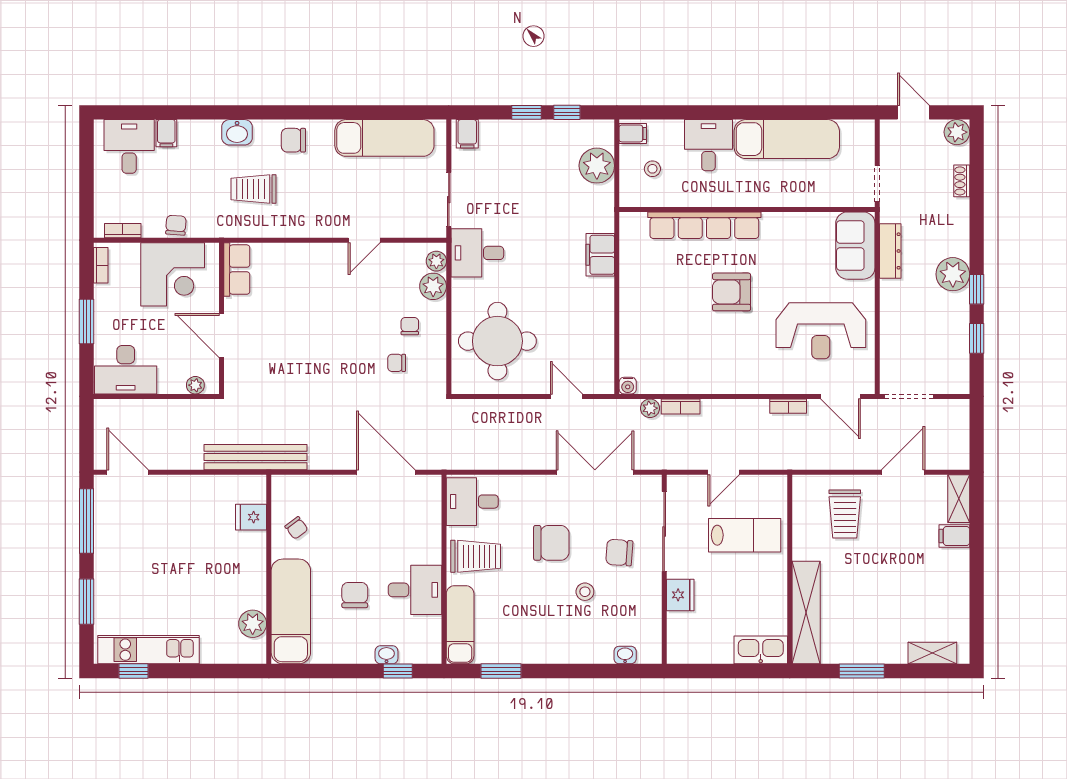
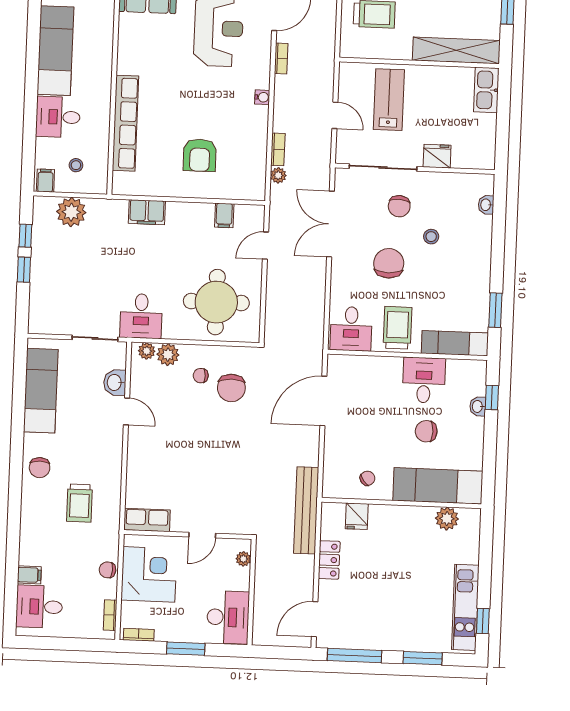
washbasin: (237, 132) -> (115, 382), moved, turned 180
filing cabinet: (467, 134) -> (224, 215), moved, turned 90
armchair: (732, 292) -> (200, 155), moved
door: (222, 335) -> (202, 535), width x0.73
chair: (397, 363) -> (231, 388), width x1.87, depth x1.87
water cooler: (628, 386) -> (262, 97), moved
locker: (198, 487) -> (329, 560), added

